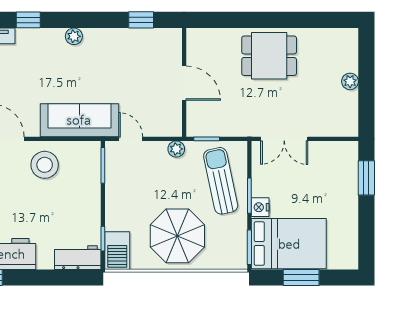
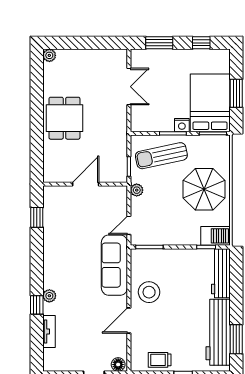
plant: (74, 36) -> (49, 296), moved
plant: (350, 81) -> (49, 55), moved
double door: (284, 139) -> (129, 87), moved
window: (366, 232) -> (201, 43), added
workbench: (78, 258) -> (221, 273), width x1.38

